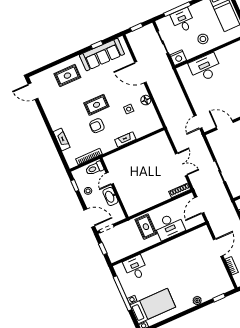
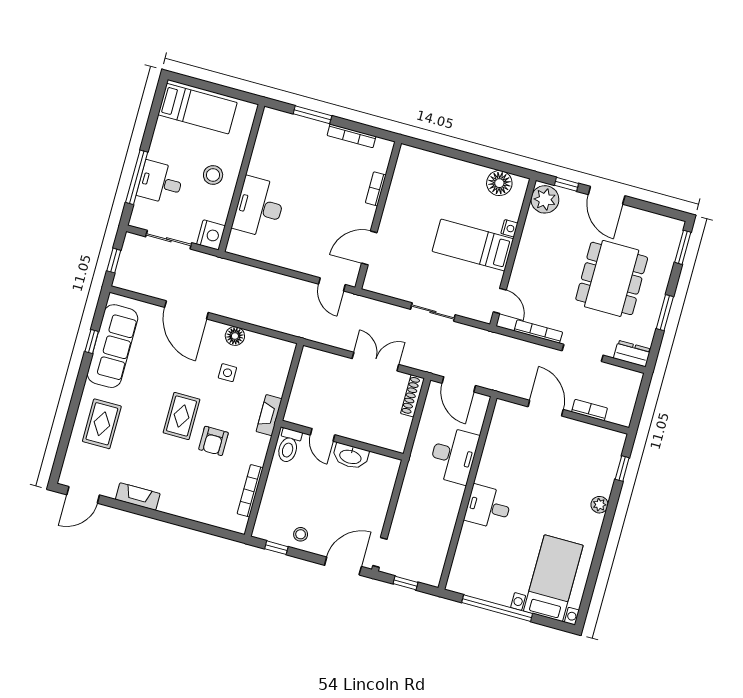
door: (140, 72) -> (186, 310), hinge flipped
fireplace: (62, 139) -> (138, 497), moved
toilet: (95, 168) -> (289, 446), moved
door: (110, 178) -> (323, 435), moved
wall: (114, 188) -> (342, 440), moved
washbasin: (110, 196) -> (351, 456), moved
rug: (146, 227) -> (425, 491), removed
desk: (136, 268) -> (488, 507), moved

